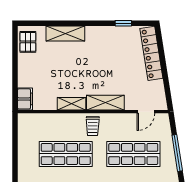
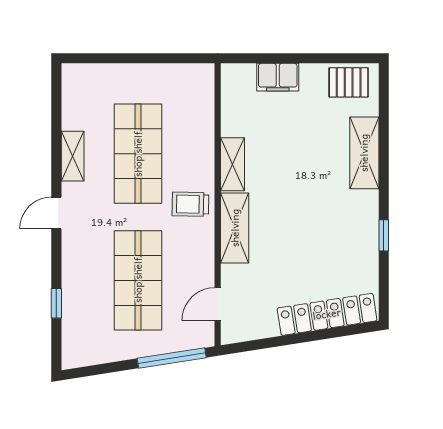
window: (123, 23) -> (384, 235), moved
filing cabinet: (25, 99) -> (278, 77), moved
door: (146, 112) -> (218, 304), hinge flipped
window: (177, 153) -> (172, 358), moved

